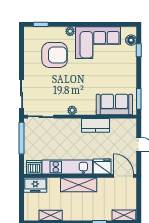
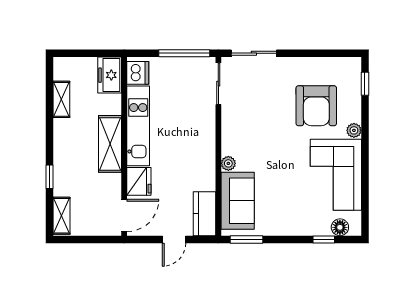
plant: (72, 110) -> (228, 163), moved
kitchen counter: (96, 125) -> (204, 214), moved

